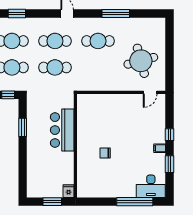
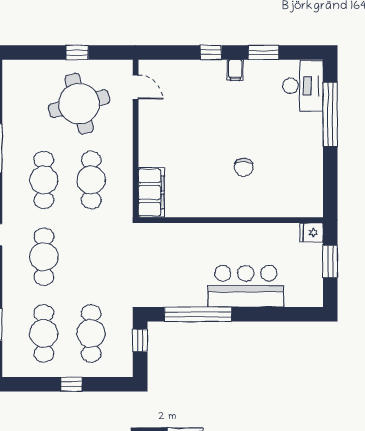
window: (170, 60) -> (77, 52), added
cafe table: (55, 67) -> (91, 180), moved
filing cabinet: (91, 101) -> (151, 193), added
window: (23, 127) -> (198, 314), width x2.11
bar counter: (62, 130) -> (246, 286), moved, turned 180

